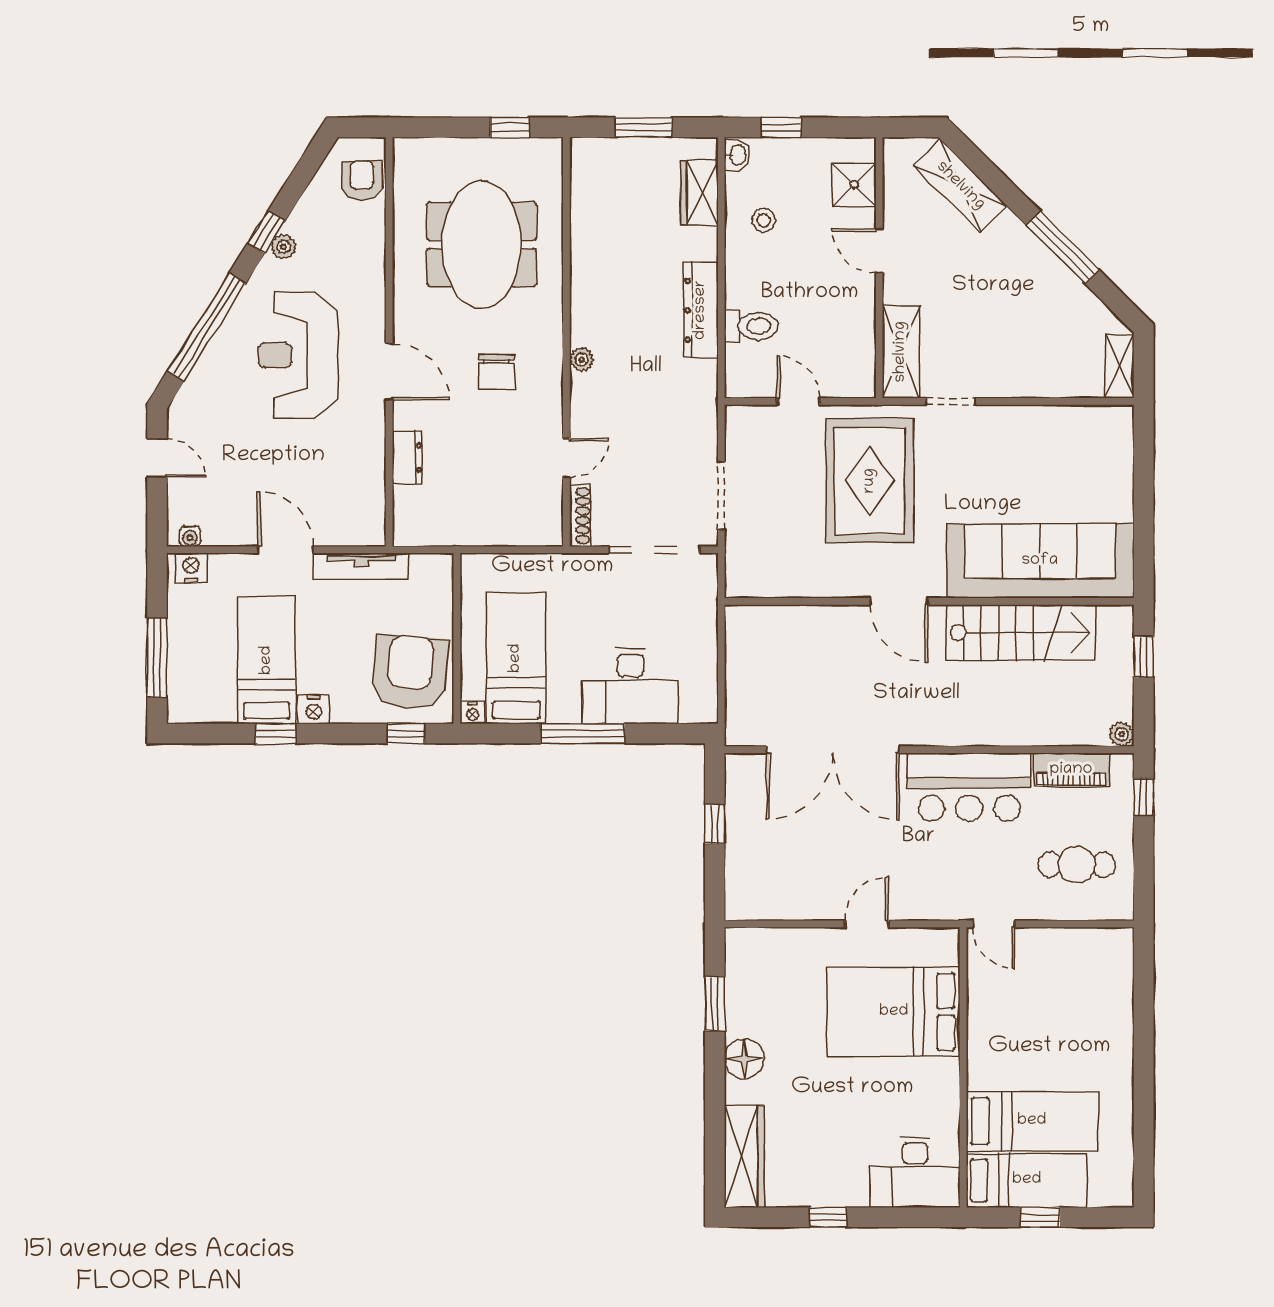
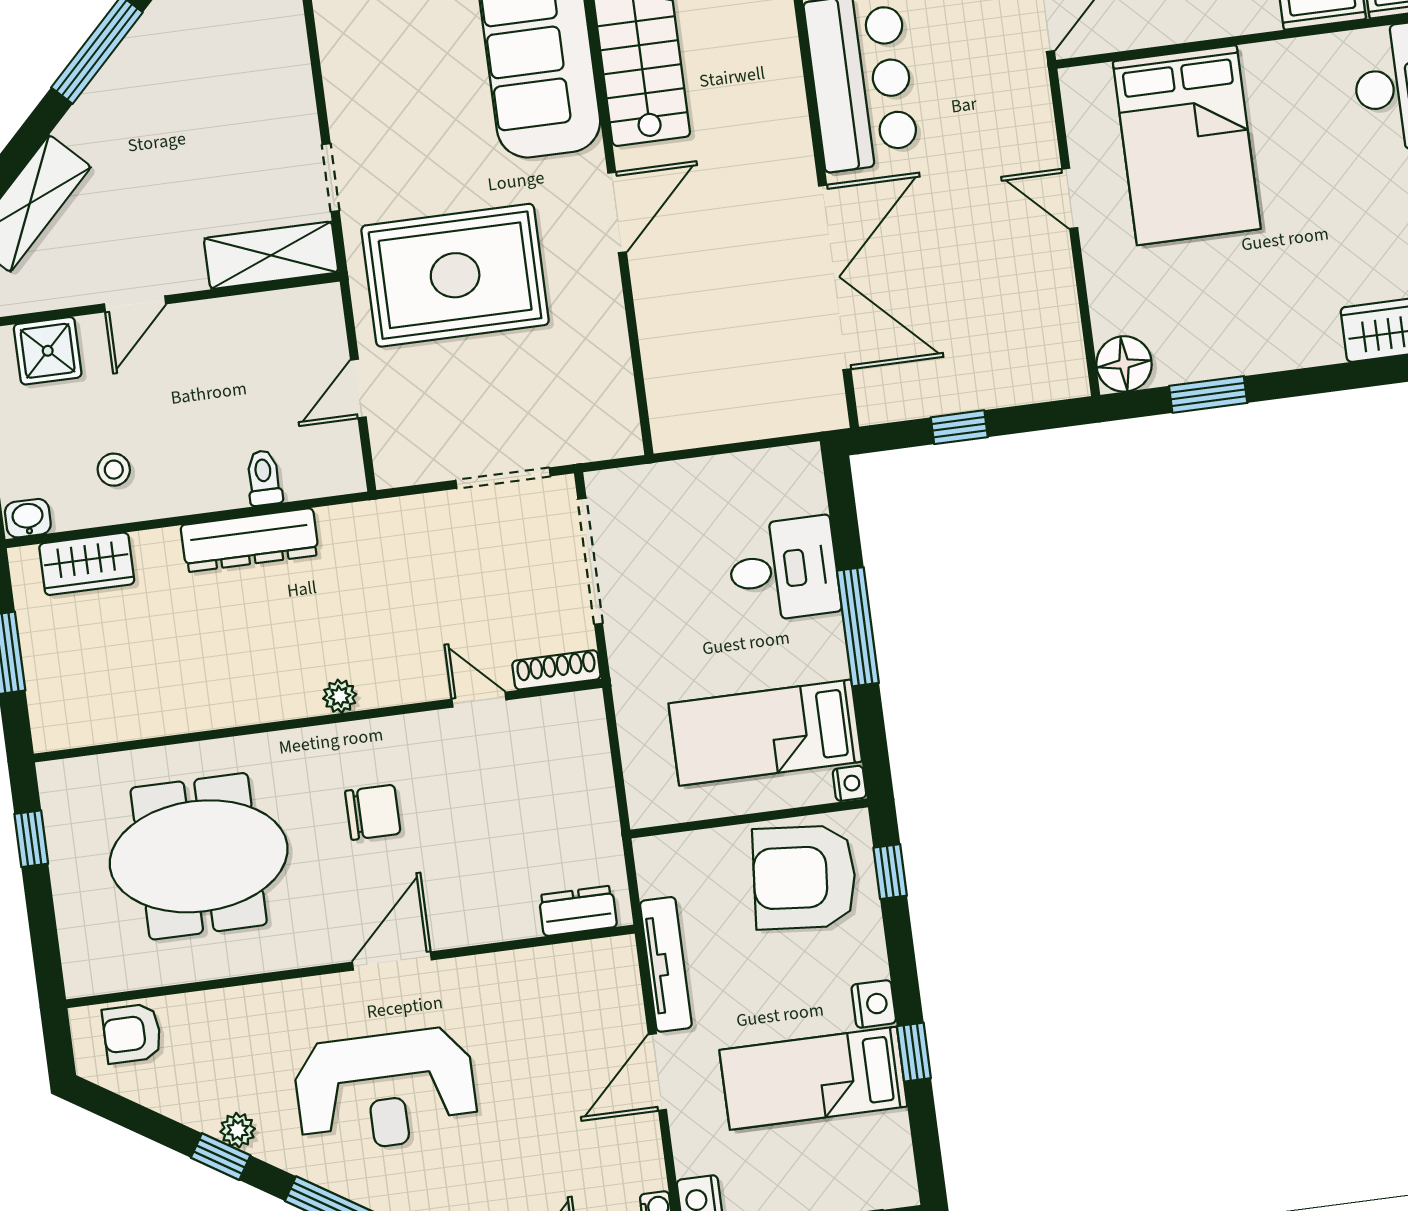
toilet: (751, 326) -> (264, 478), width x0.73, depth x0.72
dresser: (407, 458) -> (578, 911), moved
desk: (630, 686) -> (784, 569), width x0.73
floor lamp: (744, 1059) -> (1124, 364), moved

